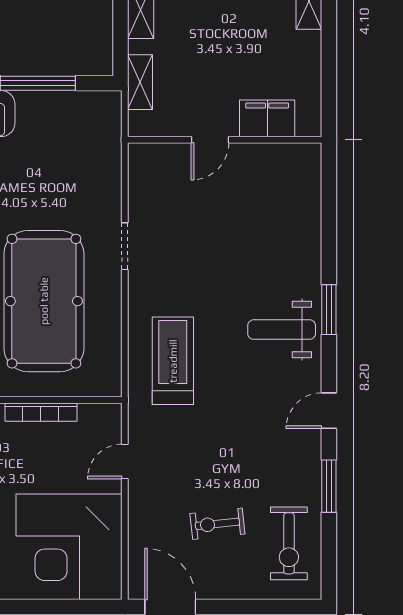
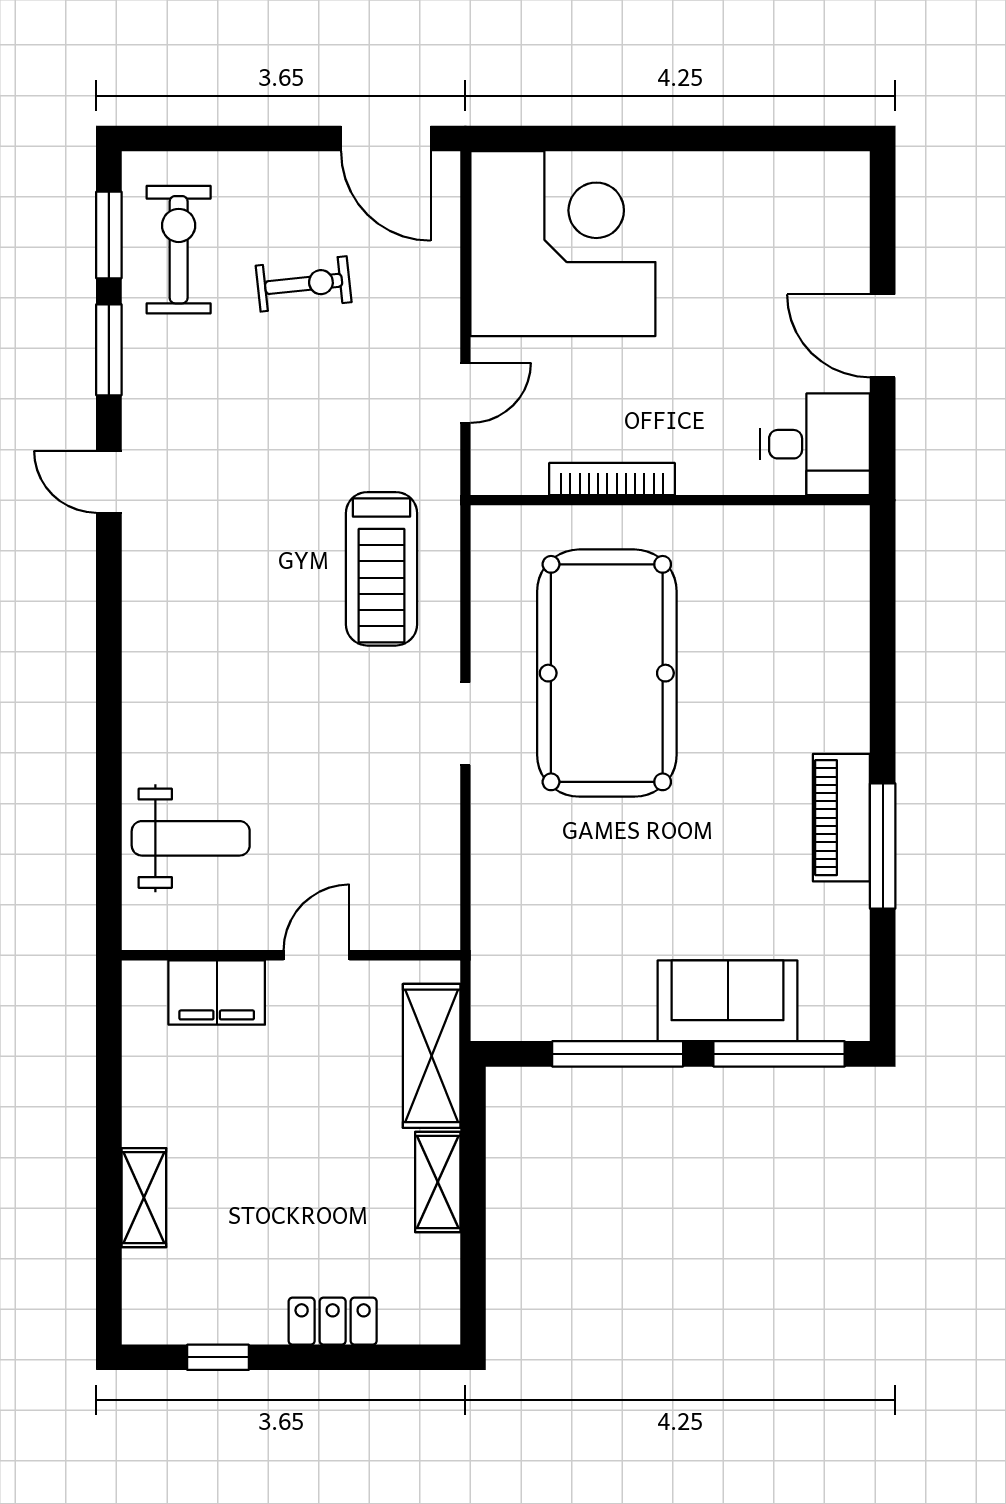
shelving: (140, 82) -> (432, 1056), width x1.50, depth x1.33
doorway: (125, 246) -> (465, 724), moved
window: (329, 310) -> (109, 235), moved
weight bench: (282, 330) -> (191, 838), moved
door: (329, 411) -> (109, 482), swing flipped

